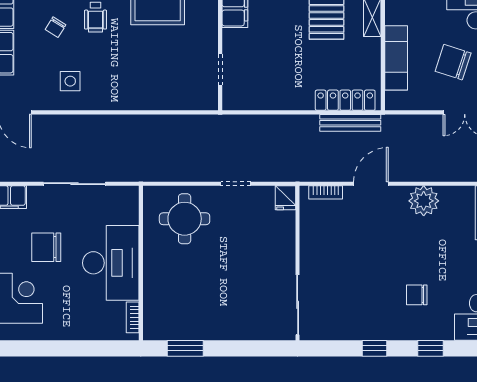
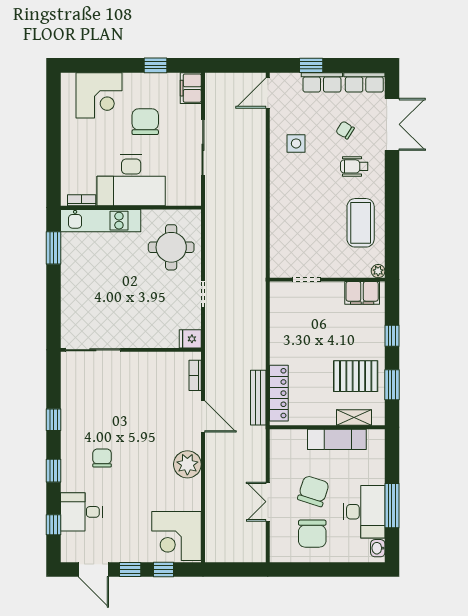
exam couch: (396, 58) -> (337, 439), moved
kitchen unit: (155, 296) -> (101, 221), added

